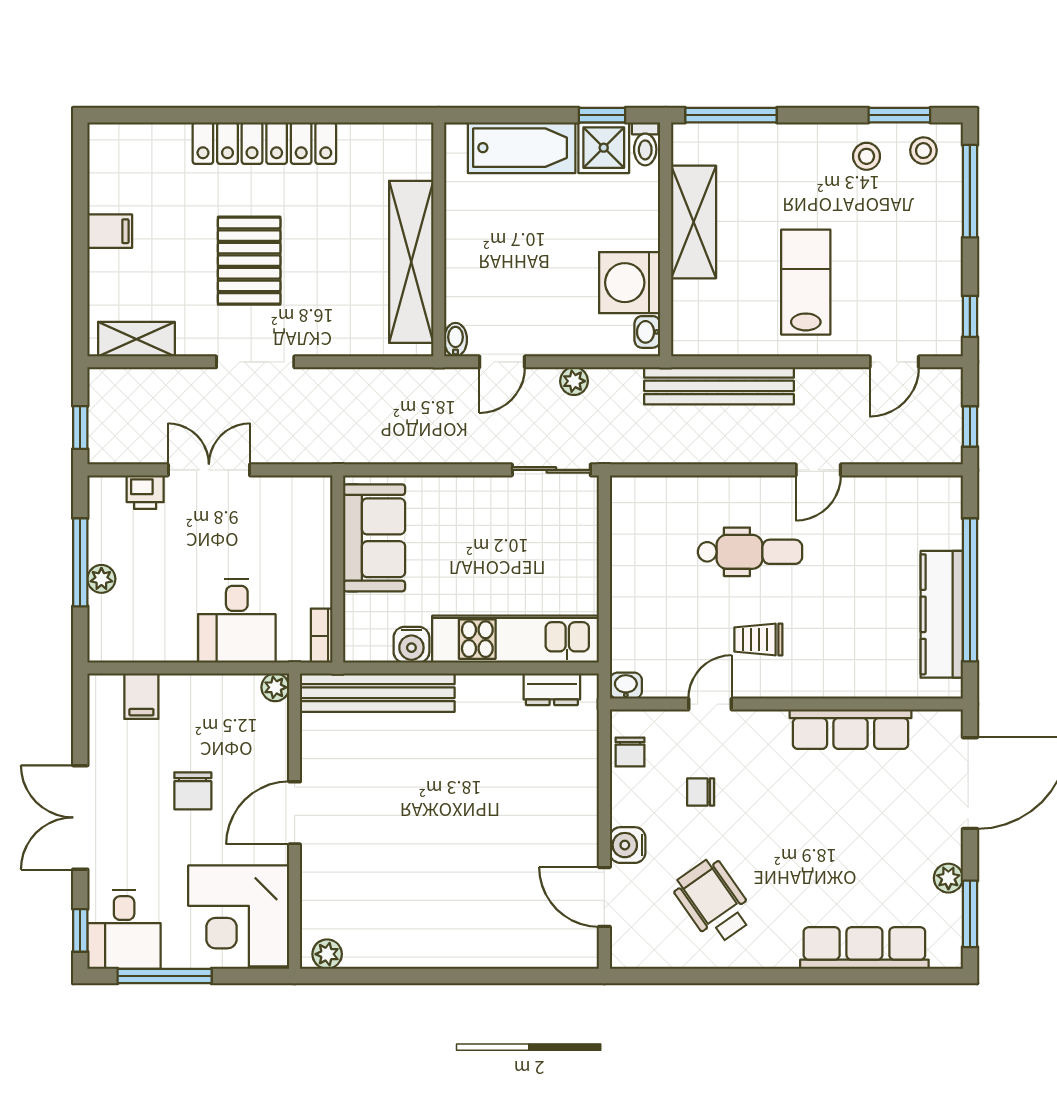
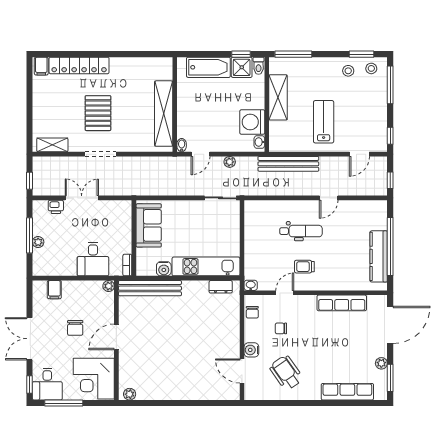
locker: (264, 143) -> (79, 65), moved
filing cabinet: (110, 231) -> (41, 66), moved, turned 90

